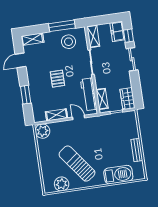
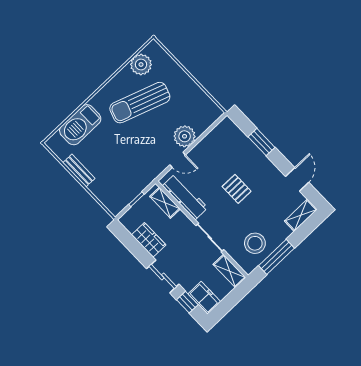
wardrobe: (128, 99) -> (149, 240), moved
shelving: (57, 115) -> (207, 144), removed
plant: (42, 131) -> (185, 136), moved
sun lounger: (77, 164) -> (140, 103), turned 146

